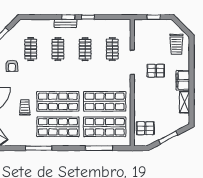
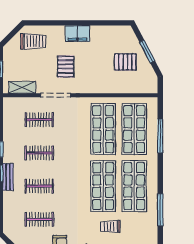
shelving: (185, 102) -> (22, 87), moved
pallet: (145, 128) -> (125, 62), moved, turned 90

